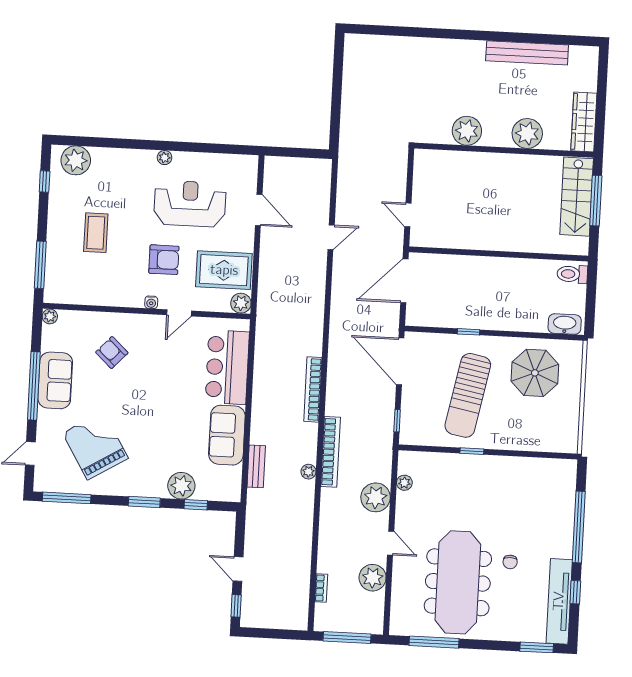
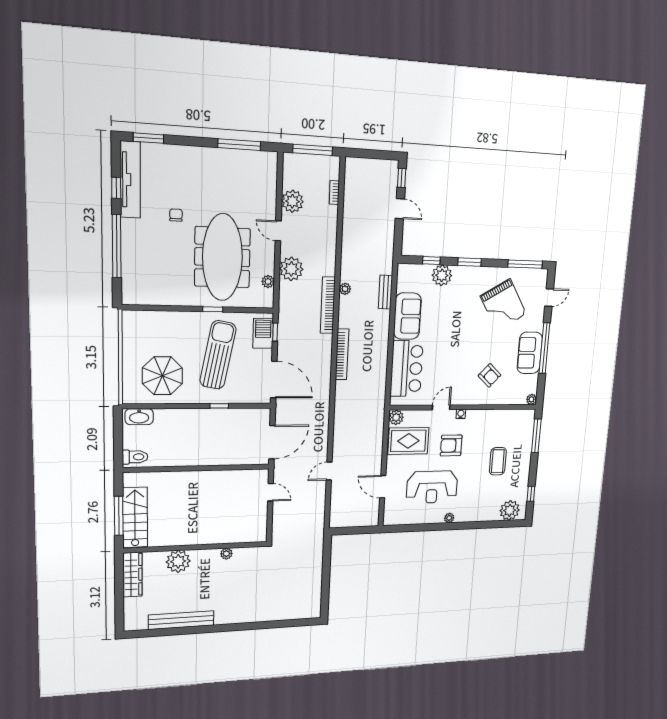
plant: (467, 131) -> (226, 554), width x0.53, depth x0.53
barbecue: (412, 420) -> (263, 333), added
meeting table: (458, 582) -> (222, 257), moved

